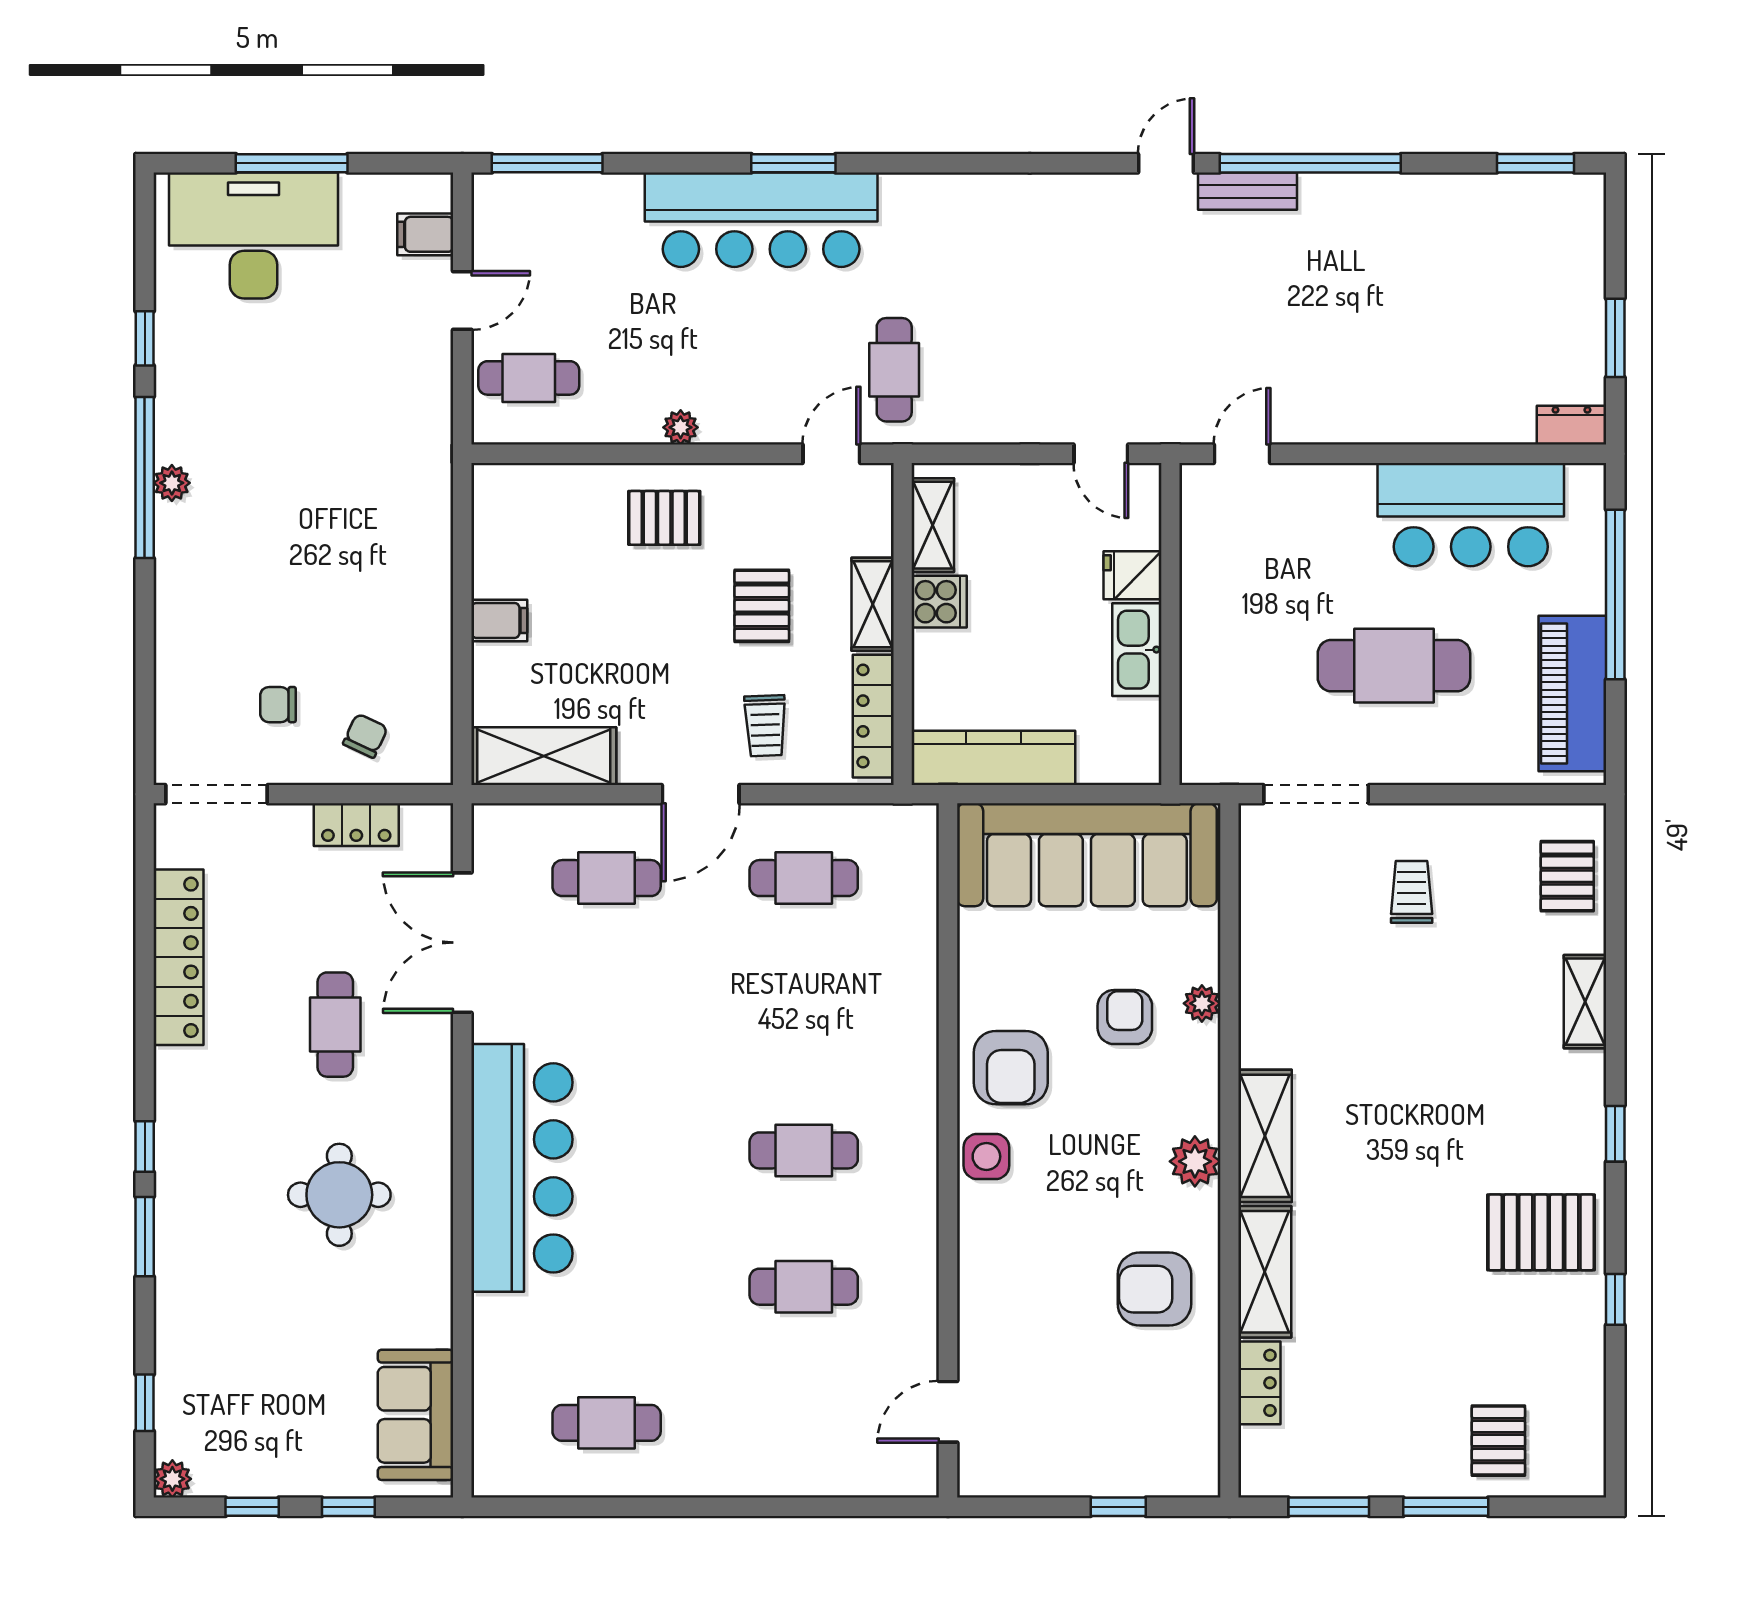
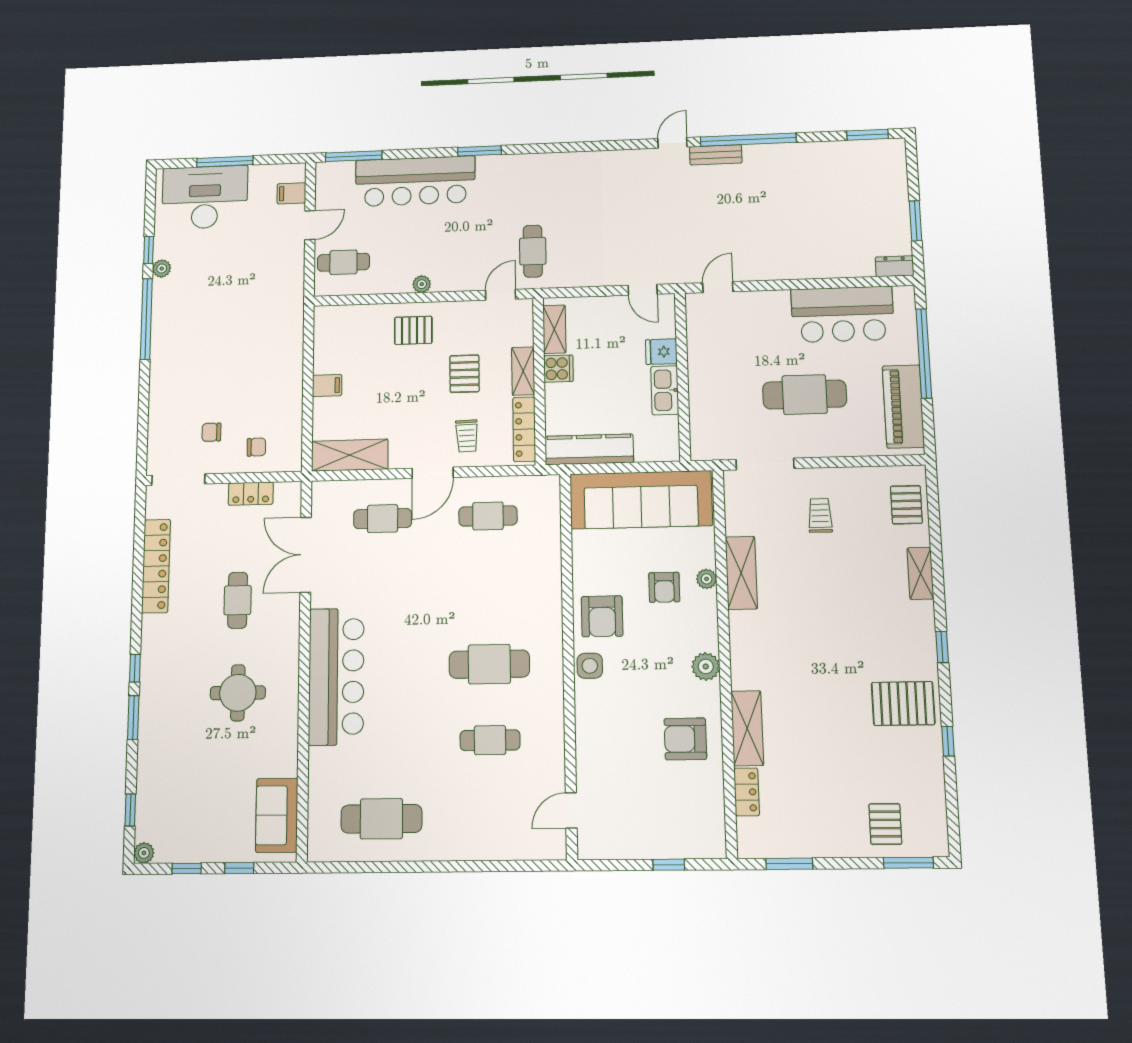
bar counter: (761, 220) -> (415, 181), moved
plant: (172, 483) -> (162, 269), moved
chair: (365, 736) -> (256, 447), turned 64
armchair: (1125, 1017) -> (664, 587), turned 180
shelving: (1265, 1136) -> (741, 573), moved
cafe table: (804, 1150) -> (489, 664), width x1.37, depth x1.35
cafe table: (607, 1423) -> (381, 819), width x1.37, depth x1.35
window: (1446, 1507) -> (908, 863), moved

